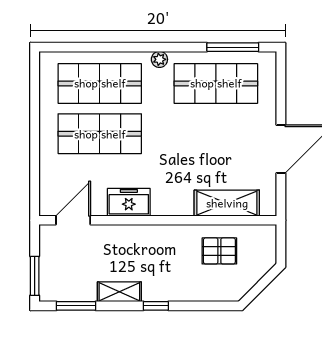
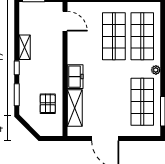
freezer: (129, 202) -> (75, 77), moved
window: (76, 306) -> (17, 95), moved

